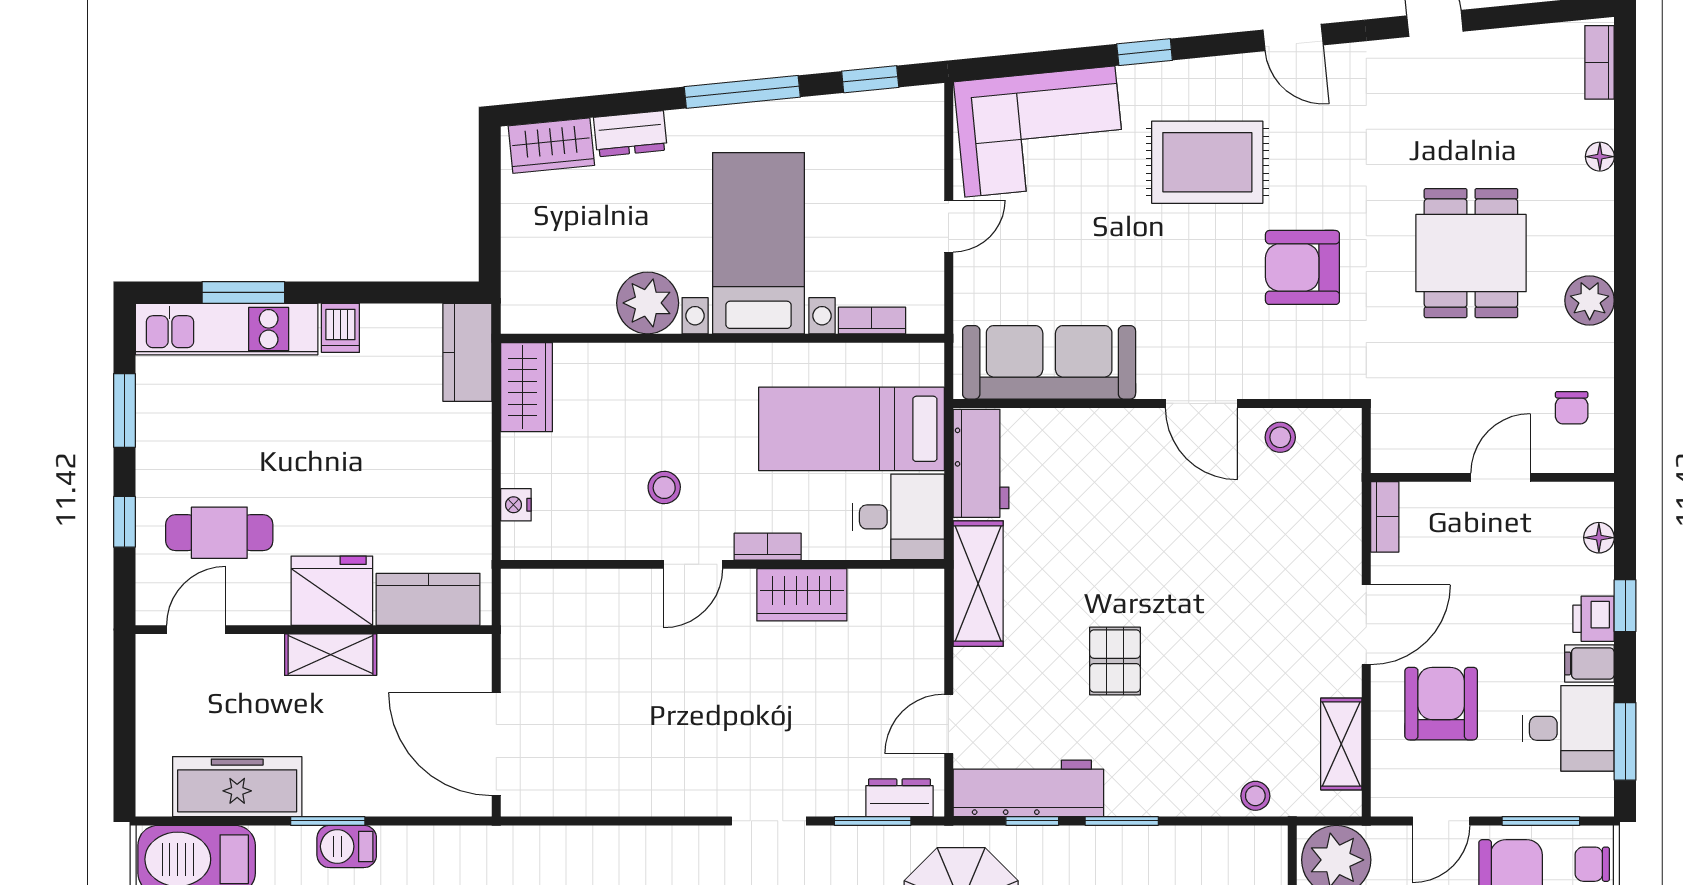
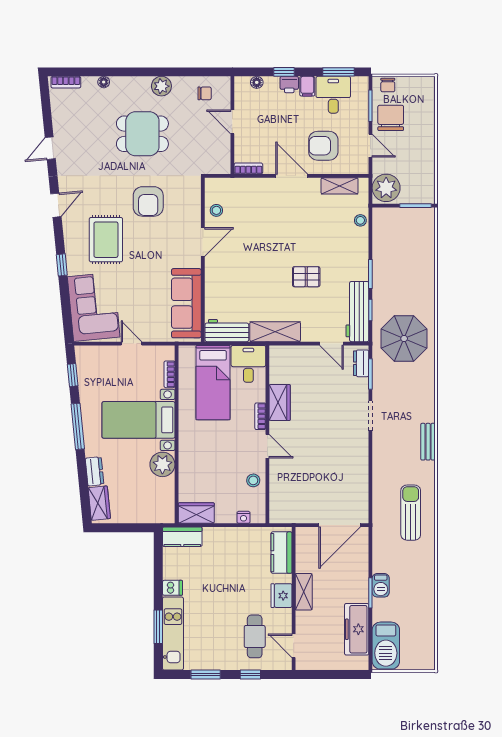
stool: (664, 488) -> (253, 480), moved
fridge: (332, 591) -> (282, 596), width x0.73, depth x0.75

